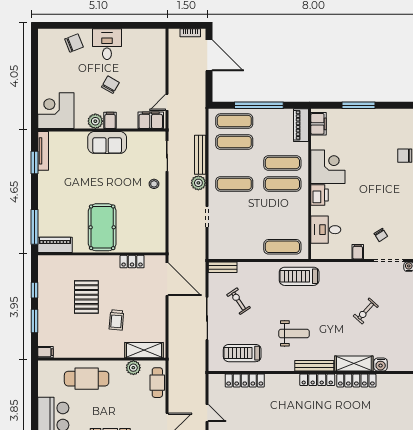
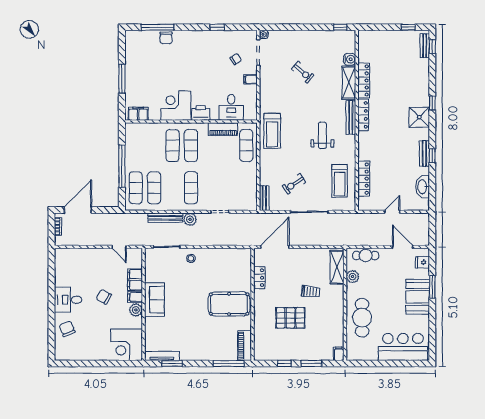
filing cabinet: (151, 120) -> (135, 280), moved
piano: (301, 125) -> (223, 129), moved

